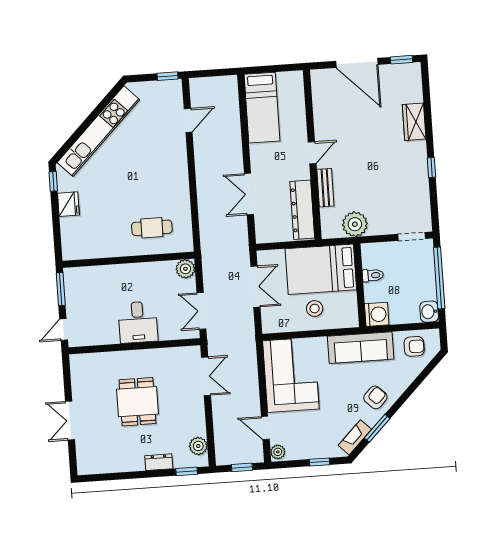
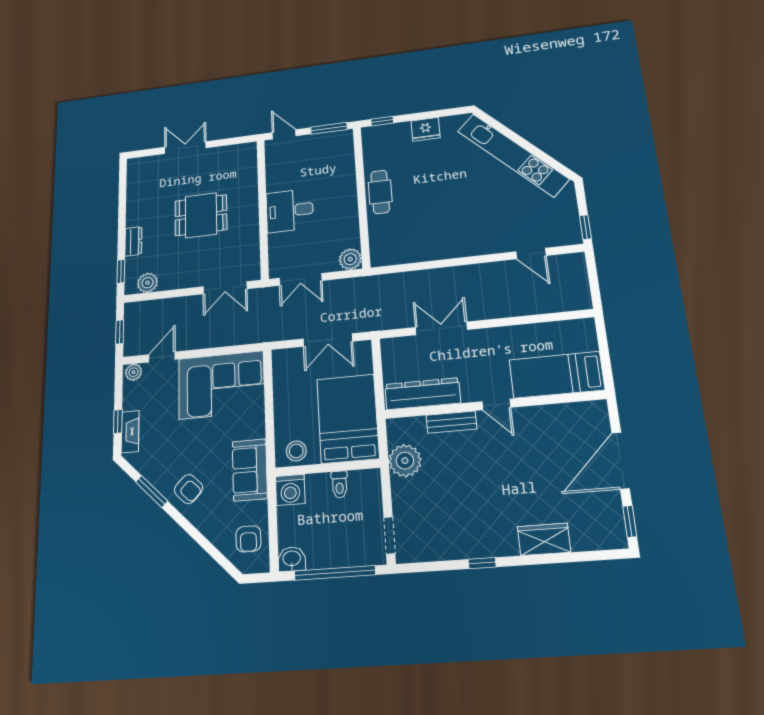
bed: (262, 108) -> (557, 375), moved
window: (53, 181) -> (382, 121), moved
cafe table: (152, 228) -> (380, 192), moved
stool: (315, 309) -> (296, 451), moved
double door: (201, 311) -> (301, 279), swing flipped
sofa: (361, 348) -> (250, 470), width x0.73
fireplace: (355, 437) -> (130, 432), moved, turned 45

